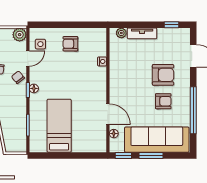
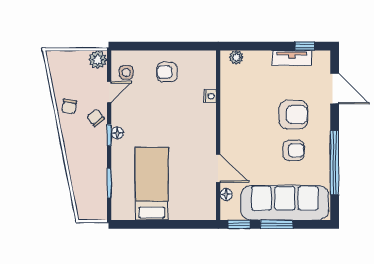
tv unit: (142, 33) -> (292, 58), moved

